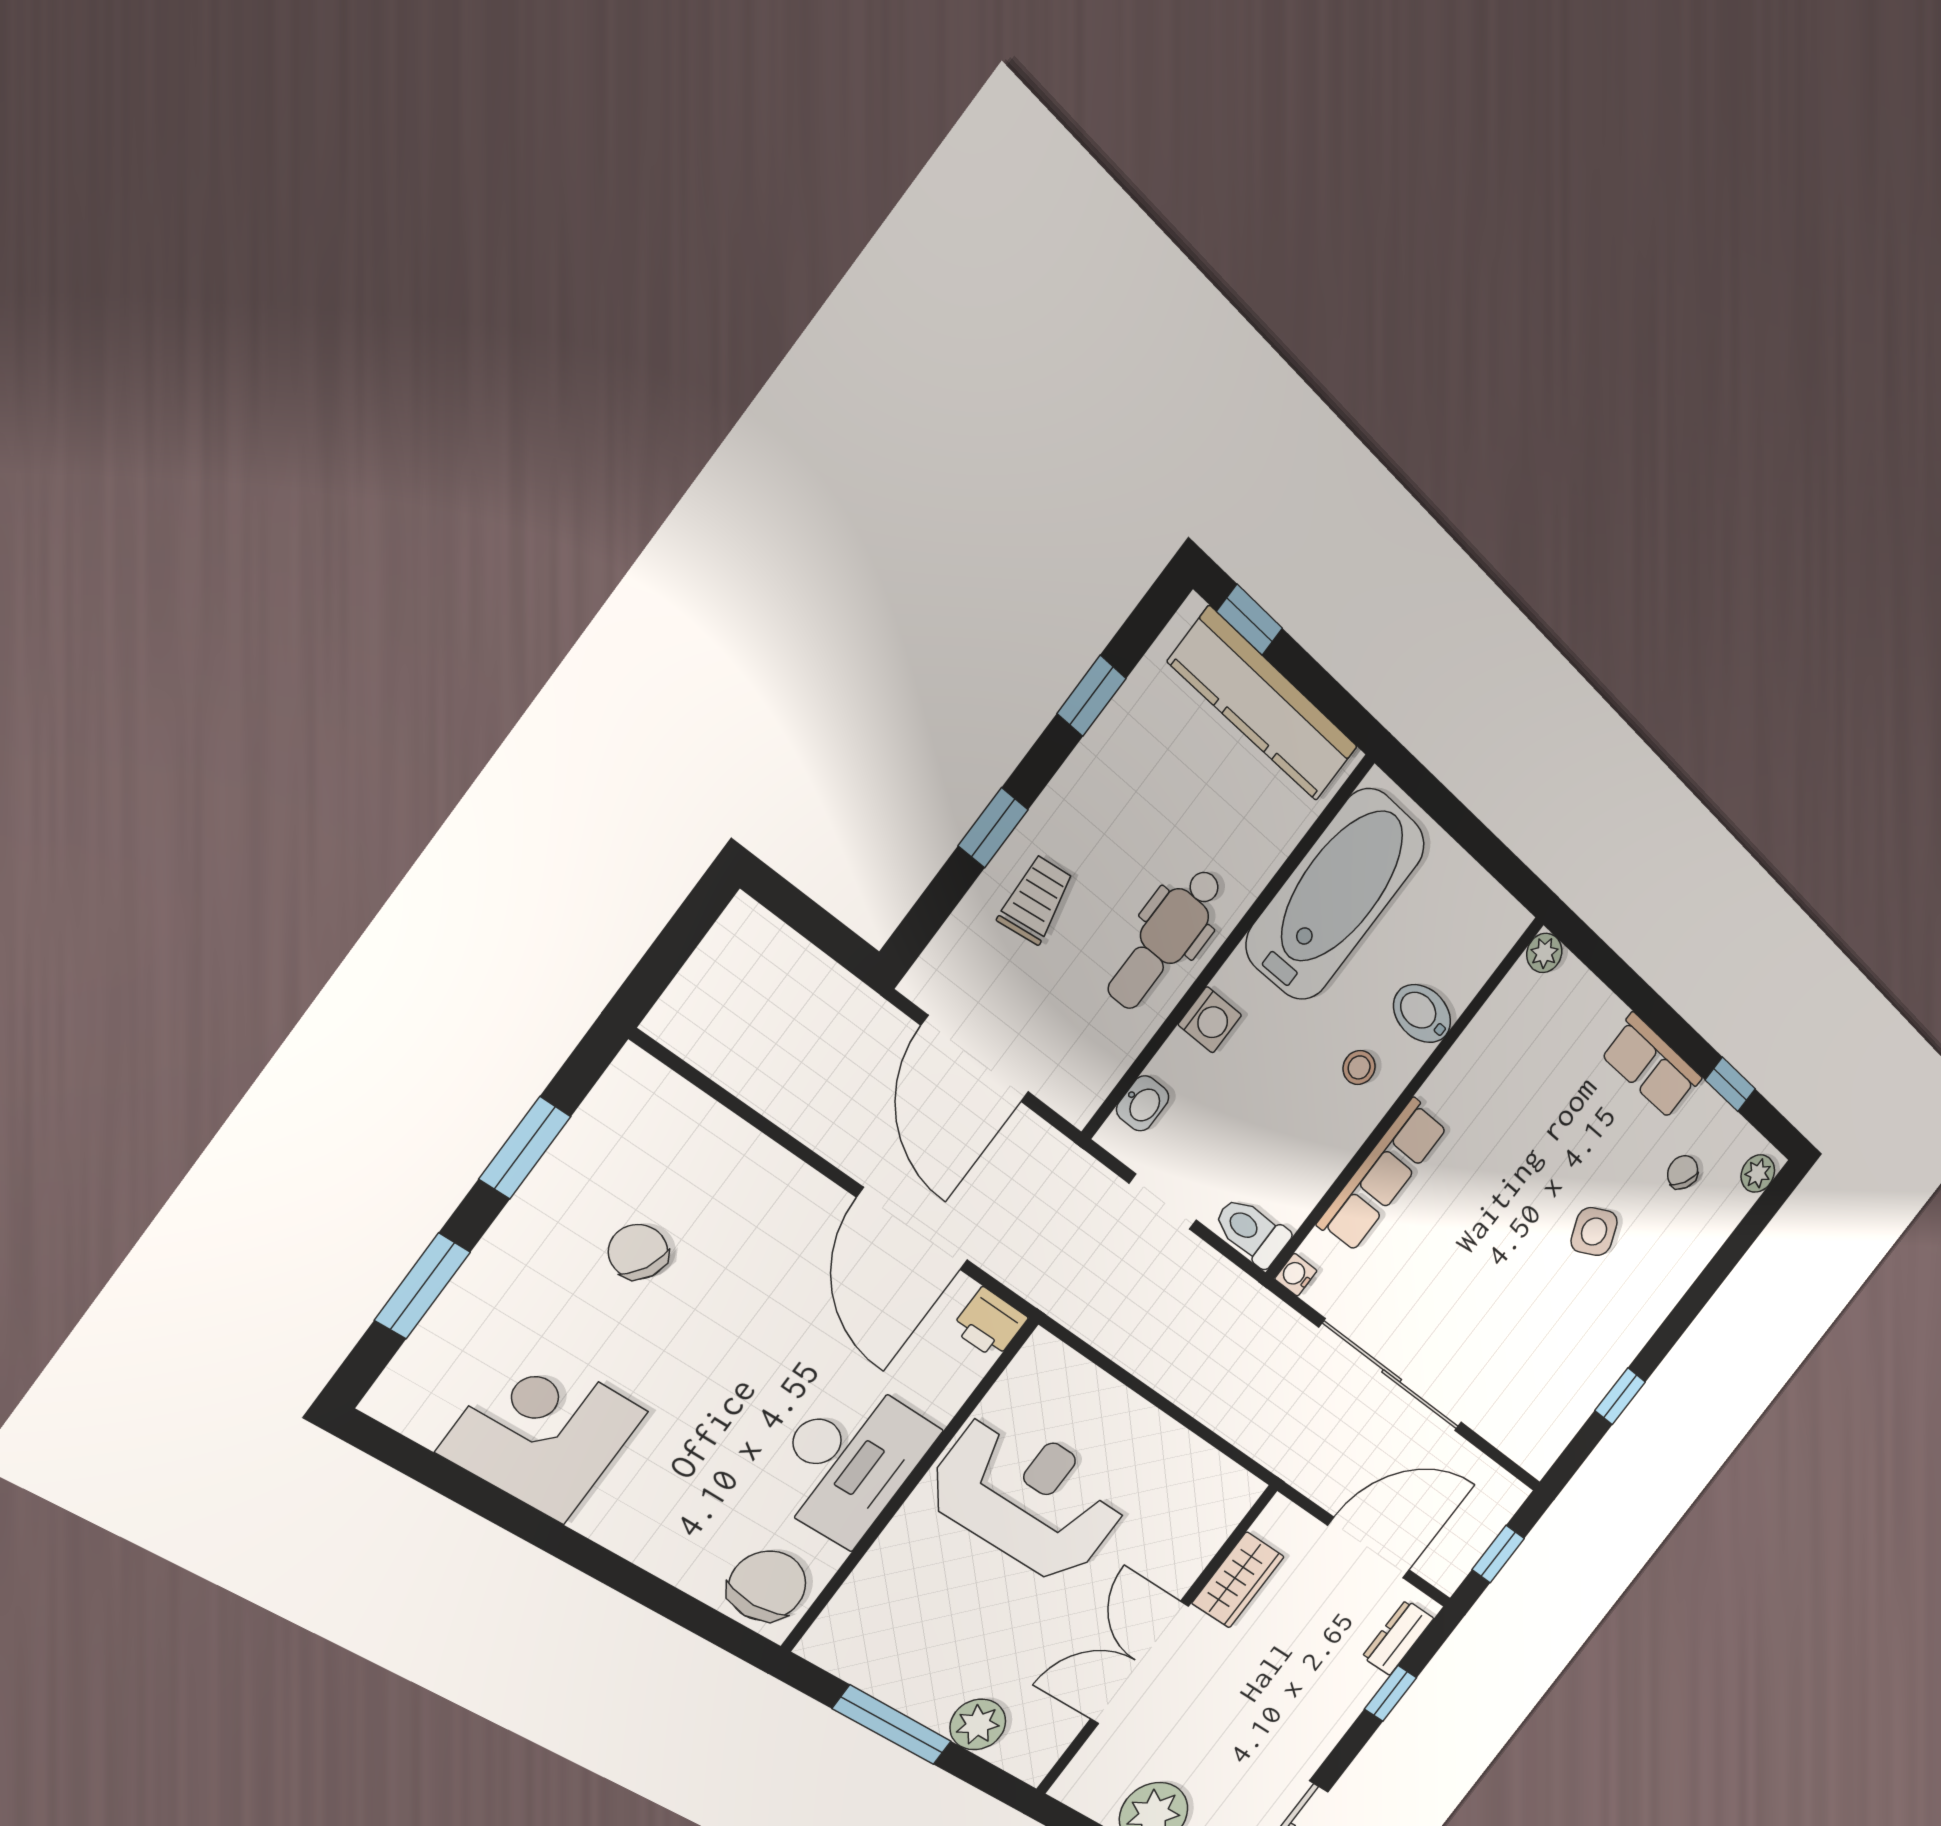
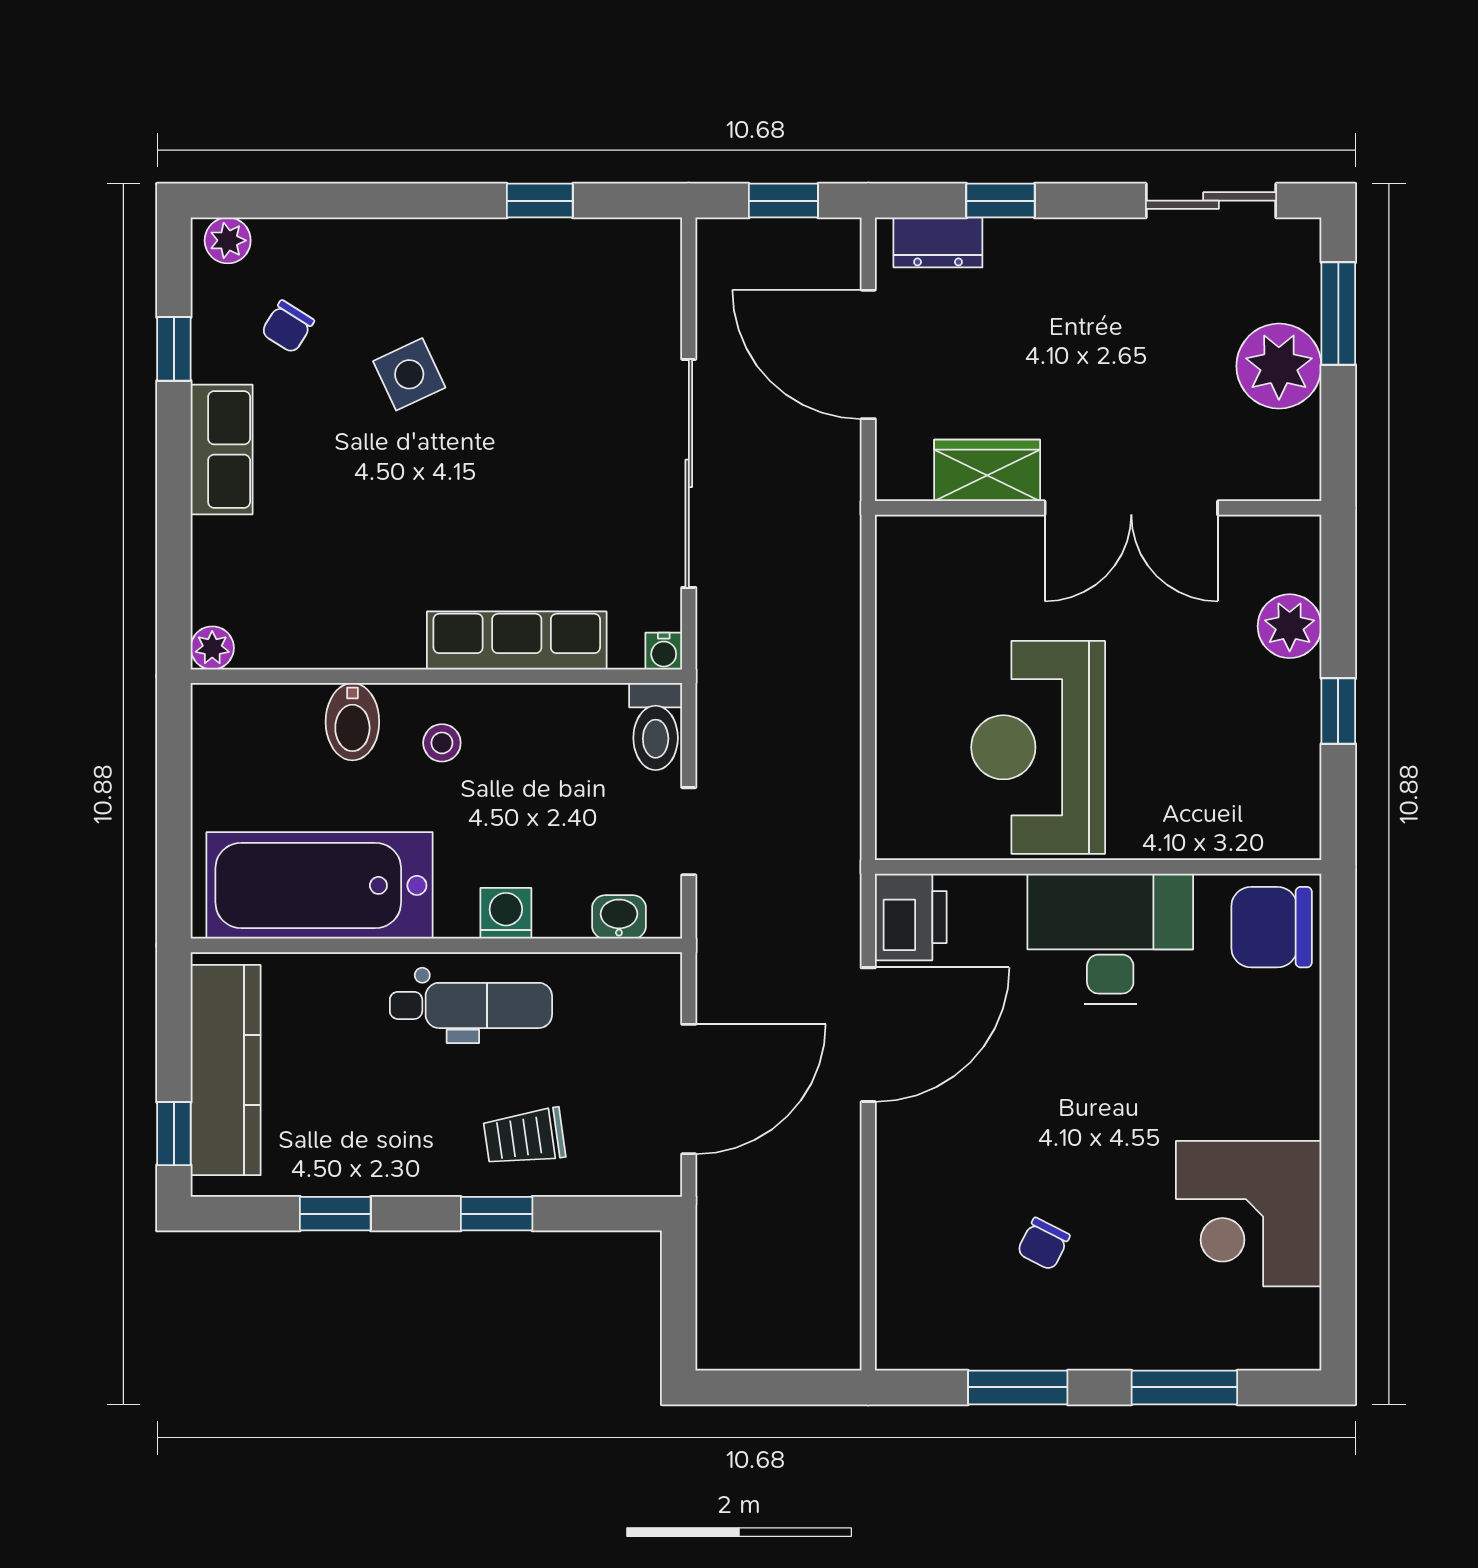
chair: (638, 1252) -> (1043, 1244), width x0.73, depth x0.73
printer: (989, 1323) -> (911, 917), width x1.36, depth x1.24
window: (892, 1725) -> (1338, 711), width x0.46

